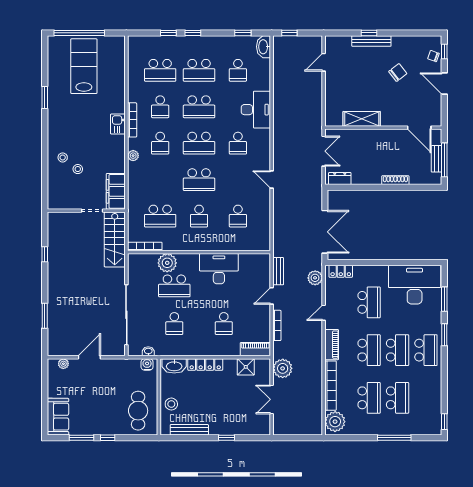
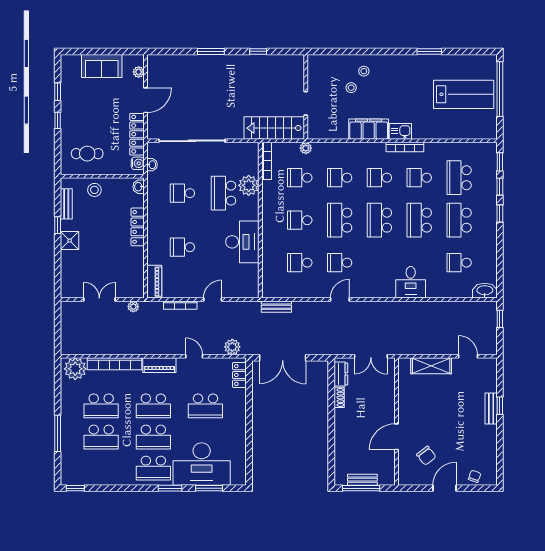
window: (243, 33) -> (500, 162), moved
bench: (371, 41) -> (491, 409), width x0.73
window: (444, 51) -> (480, 488), removed
chair: (398, 73) -> (426, 456), moved
desk: (256, 110) -> (411, 282), width x0.73
shelving: (362, 119) -> (431, 366), moved, turned 90
door: (419, 128) -> (396, 437), moved
school desk: (238, 143) -> (340, 263), moved
plant: (133, 156) -> (306, 148), moved
school desk: (160, 180) -> (340, 178), added
shoe rack: (395, 180) -> (339, 397), moved, width x0.70
filing cabinet: (116, 191) -> (369, 129), moved
school desk: (160, 216) -> (300, 178), width x0.54
bench: (278, 271) -> (276, 307), moved
desk: (415, 285) -> (202, 464), moved, turned 90
door: (272, 296) -> (213, 300), hinge flipped
window: (45, 316) -> (211, 51), moved
door: (89, 357) -> (146, 100), hinge flipped
locker: (120, 365) -> (137, 134), added
washbasin: (174, 366) -> (139, 187), width x0.52, depth x0.69
shower: (246, 367) -> (70, 241), moved
plant: (283, 368) -> (133, 307), width x0.53, depth x0.53
cafe table: (138, 411) -> (87, 154), width x0.73, depth x0.74
sofa: (58, 417) -> (102, 66), moved
bench: (189, 430) -> (66, 204), width x0.73
window: (82, 438) -> (58, 92), width x0.67
window: (226, 438) -> (58, 225), moved

